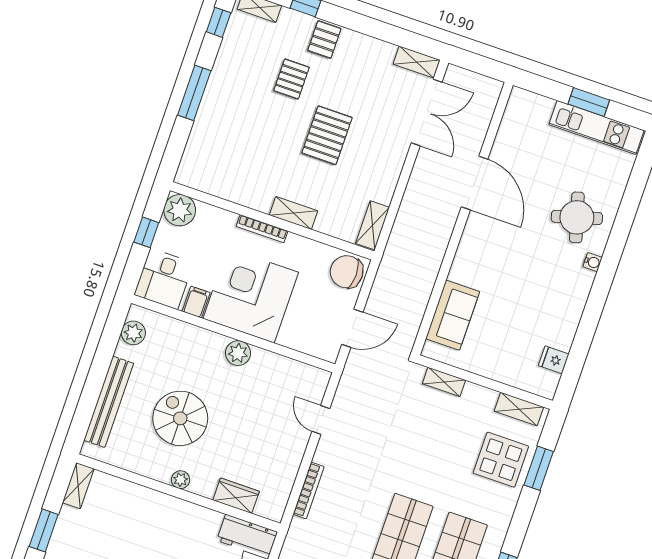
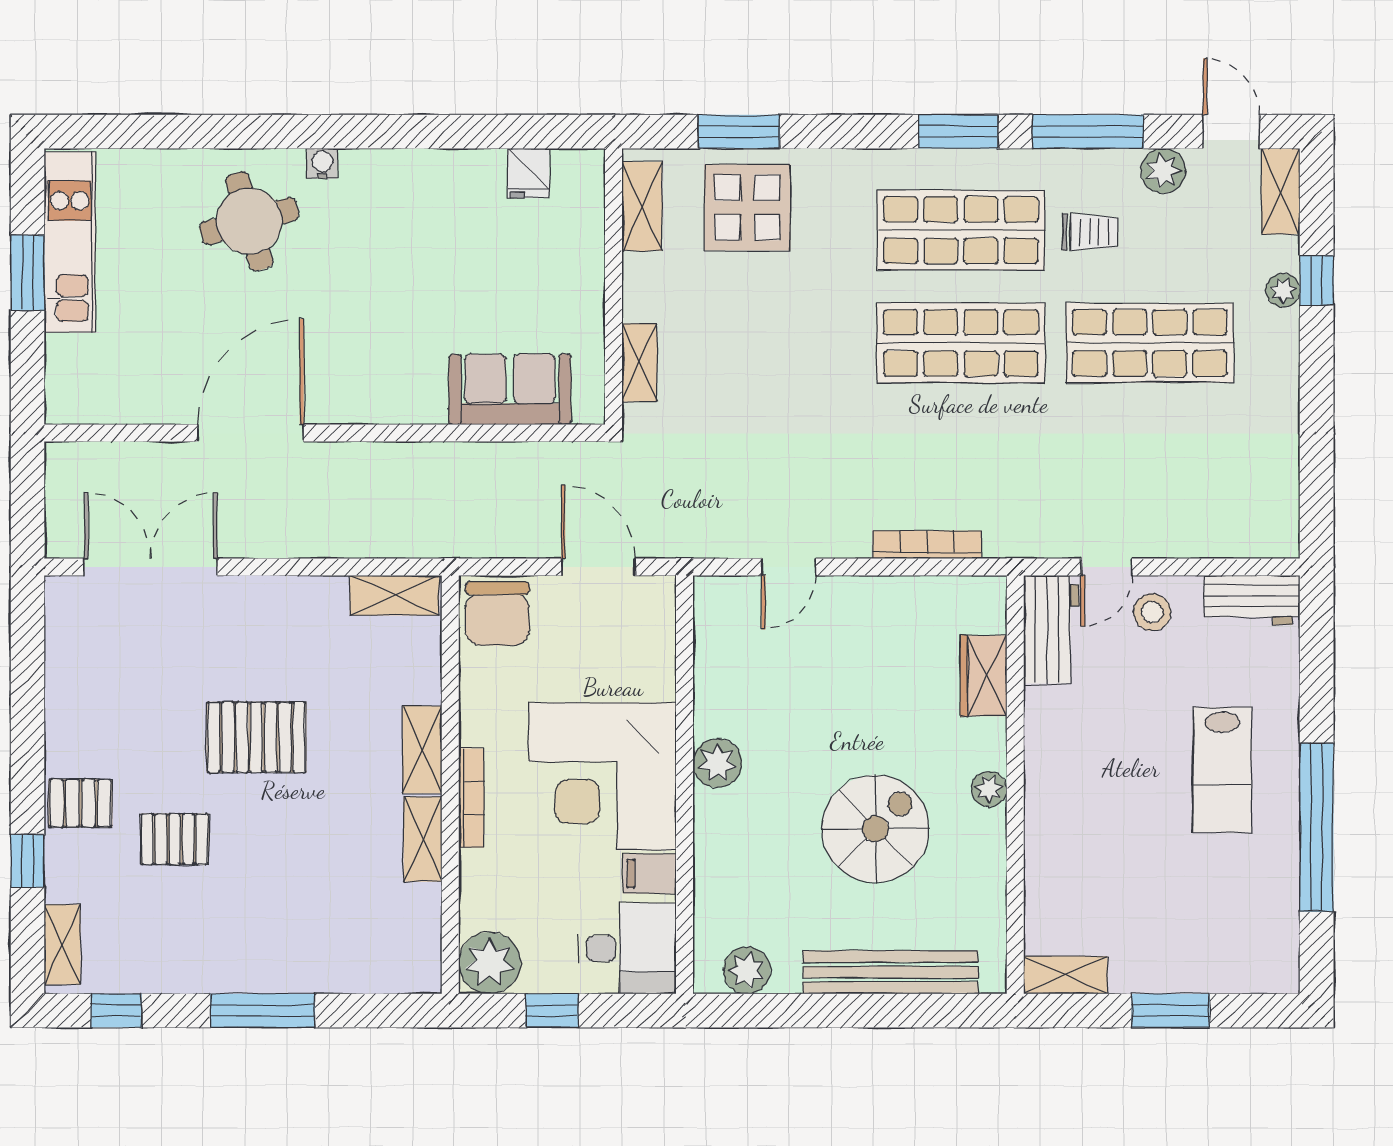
shelving: (417, 62) -> (423, 839), moved
spiral stairs: (180, 418) -> (876, 829), turned 180

